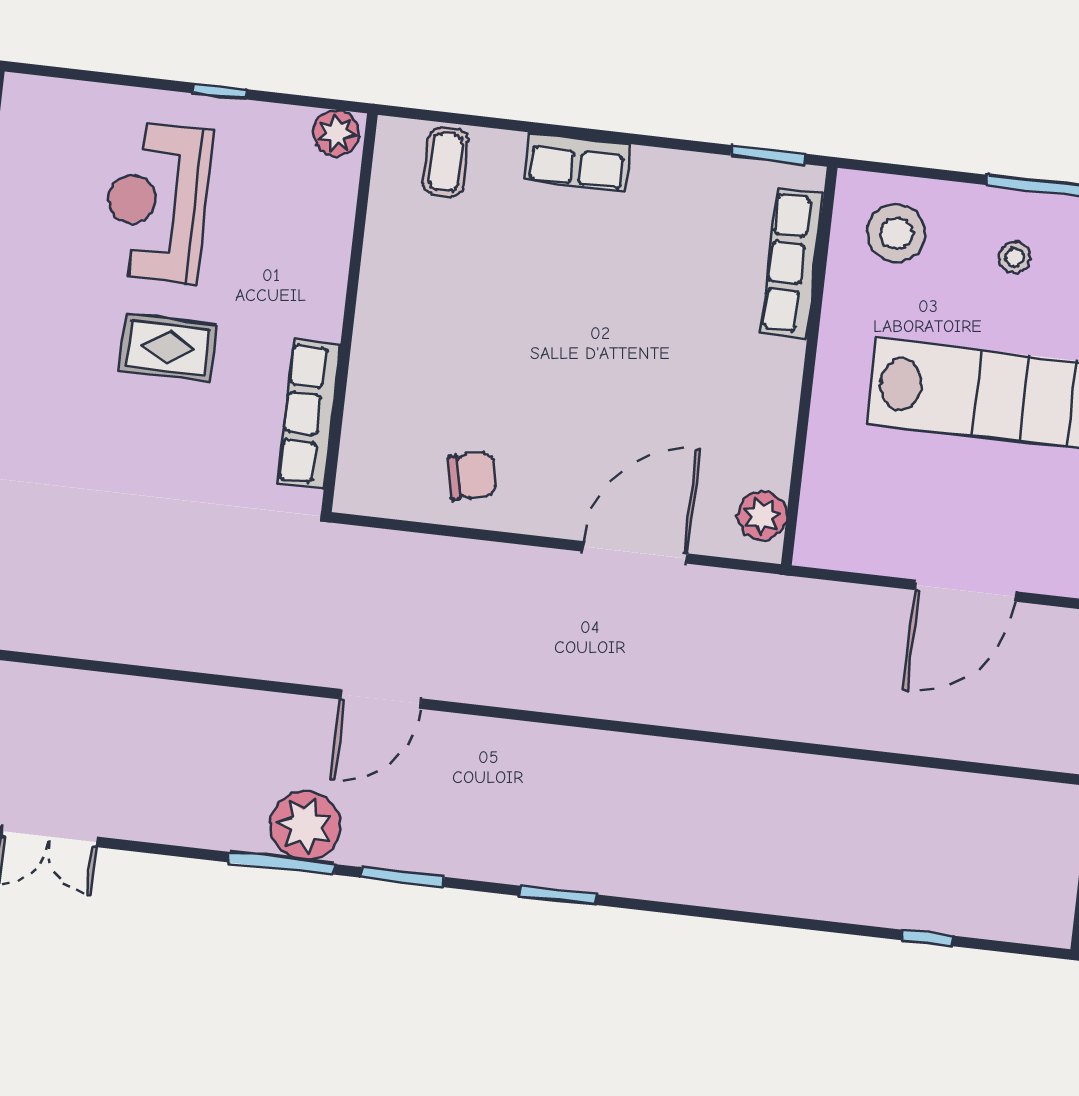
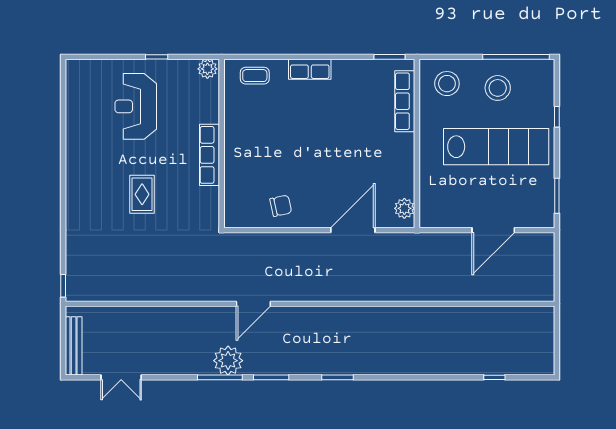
coffee table: (446, 162) -> (255, 76), turned 90
stool: (1014, 257) -> (498, 88), width x1.89, depth x1.89
rug: (168, 348) -> (142, 194), moved, turned 90
row of seats: (309, 414) -> (209, 155), moved

